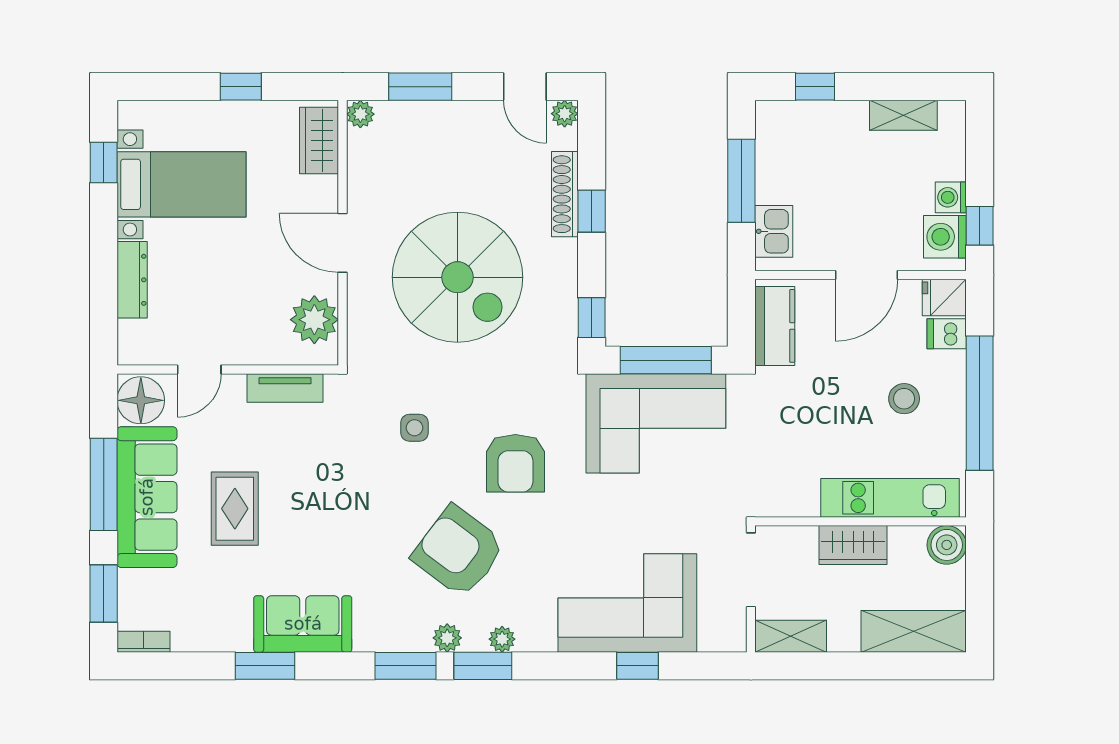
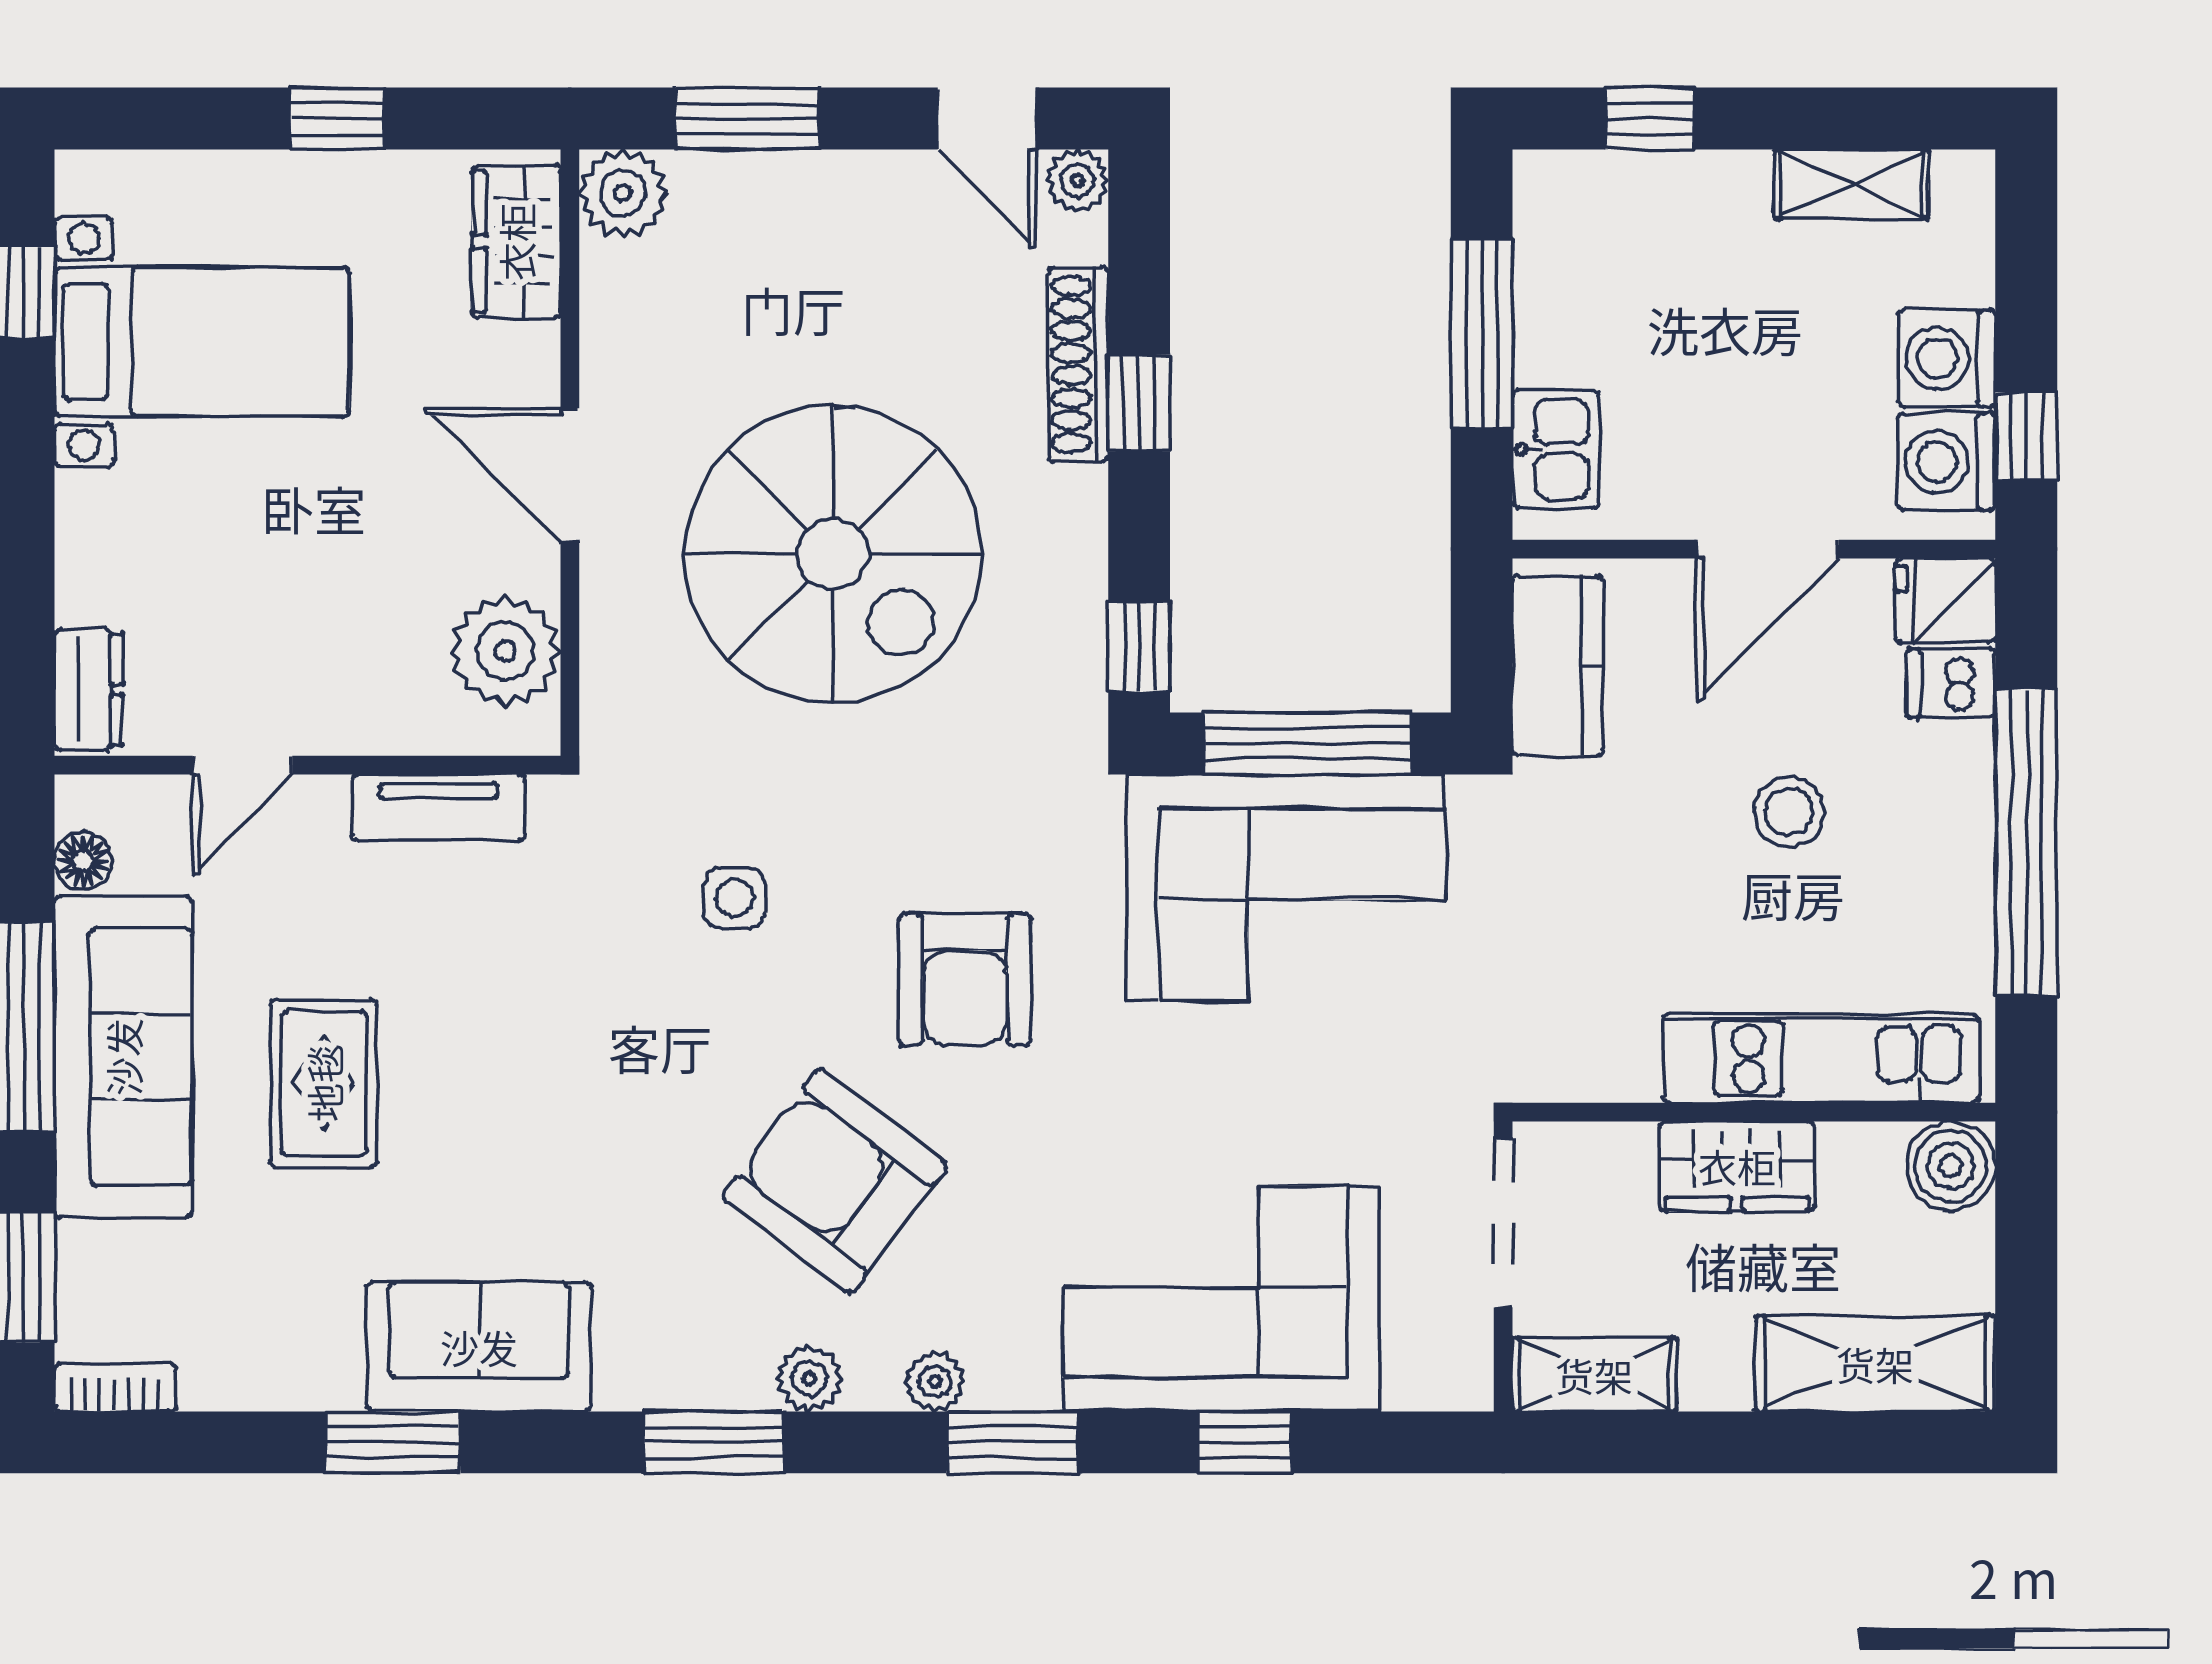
plant: (360, 114) -> (623, 193), width x1.38, depth x1.38
washing machine: (951, 197) -> (1947, 358), width x1.38, depth x1.38
dresser: (132, 280) -> (89, 689), moved, width x0.70
stool: (904, 399) -> (1789, 812), moved
floor lamp: (141, 400) -> (83, 861), width x0.53, depth x0.53
window: (483, 666) -> (1013, 1442), moved

